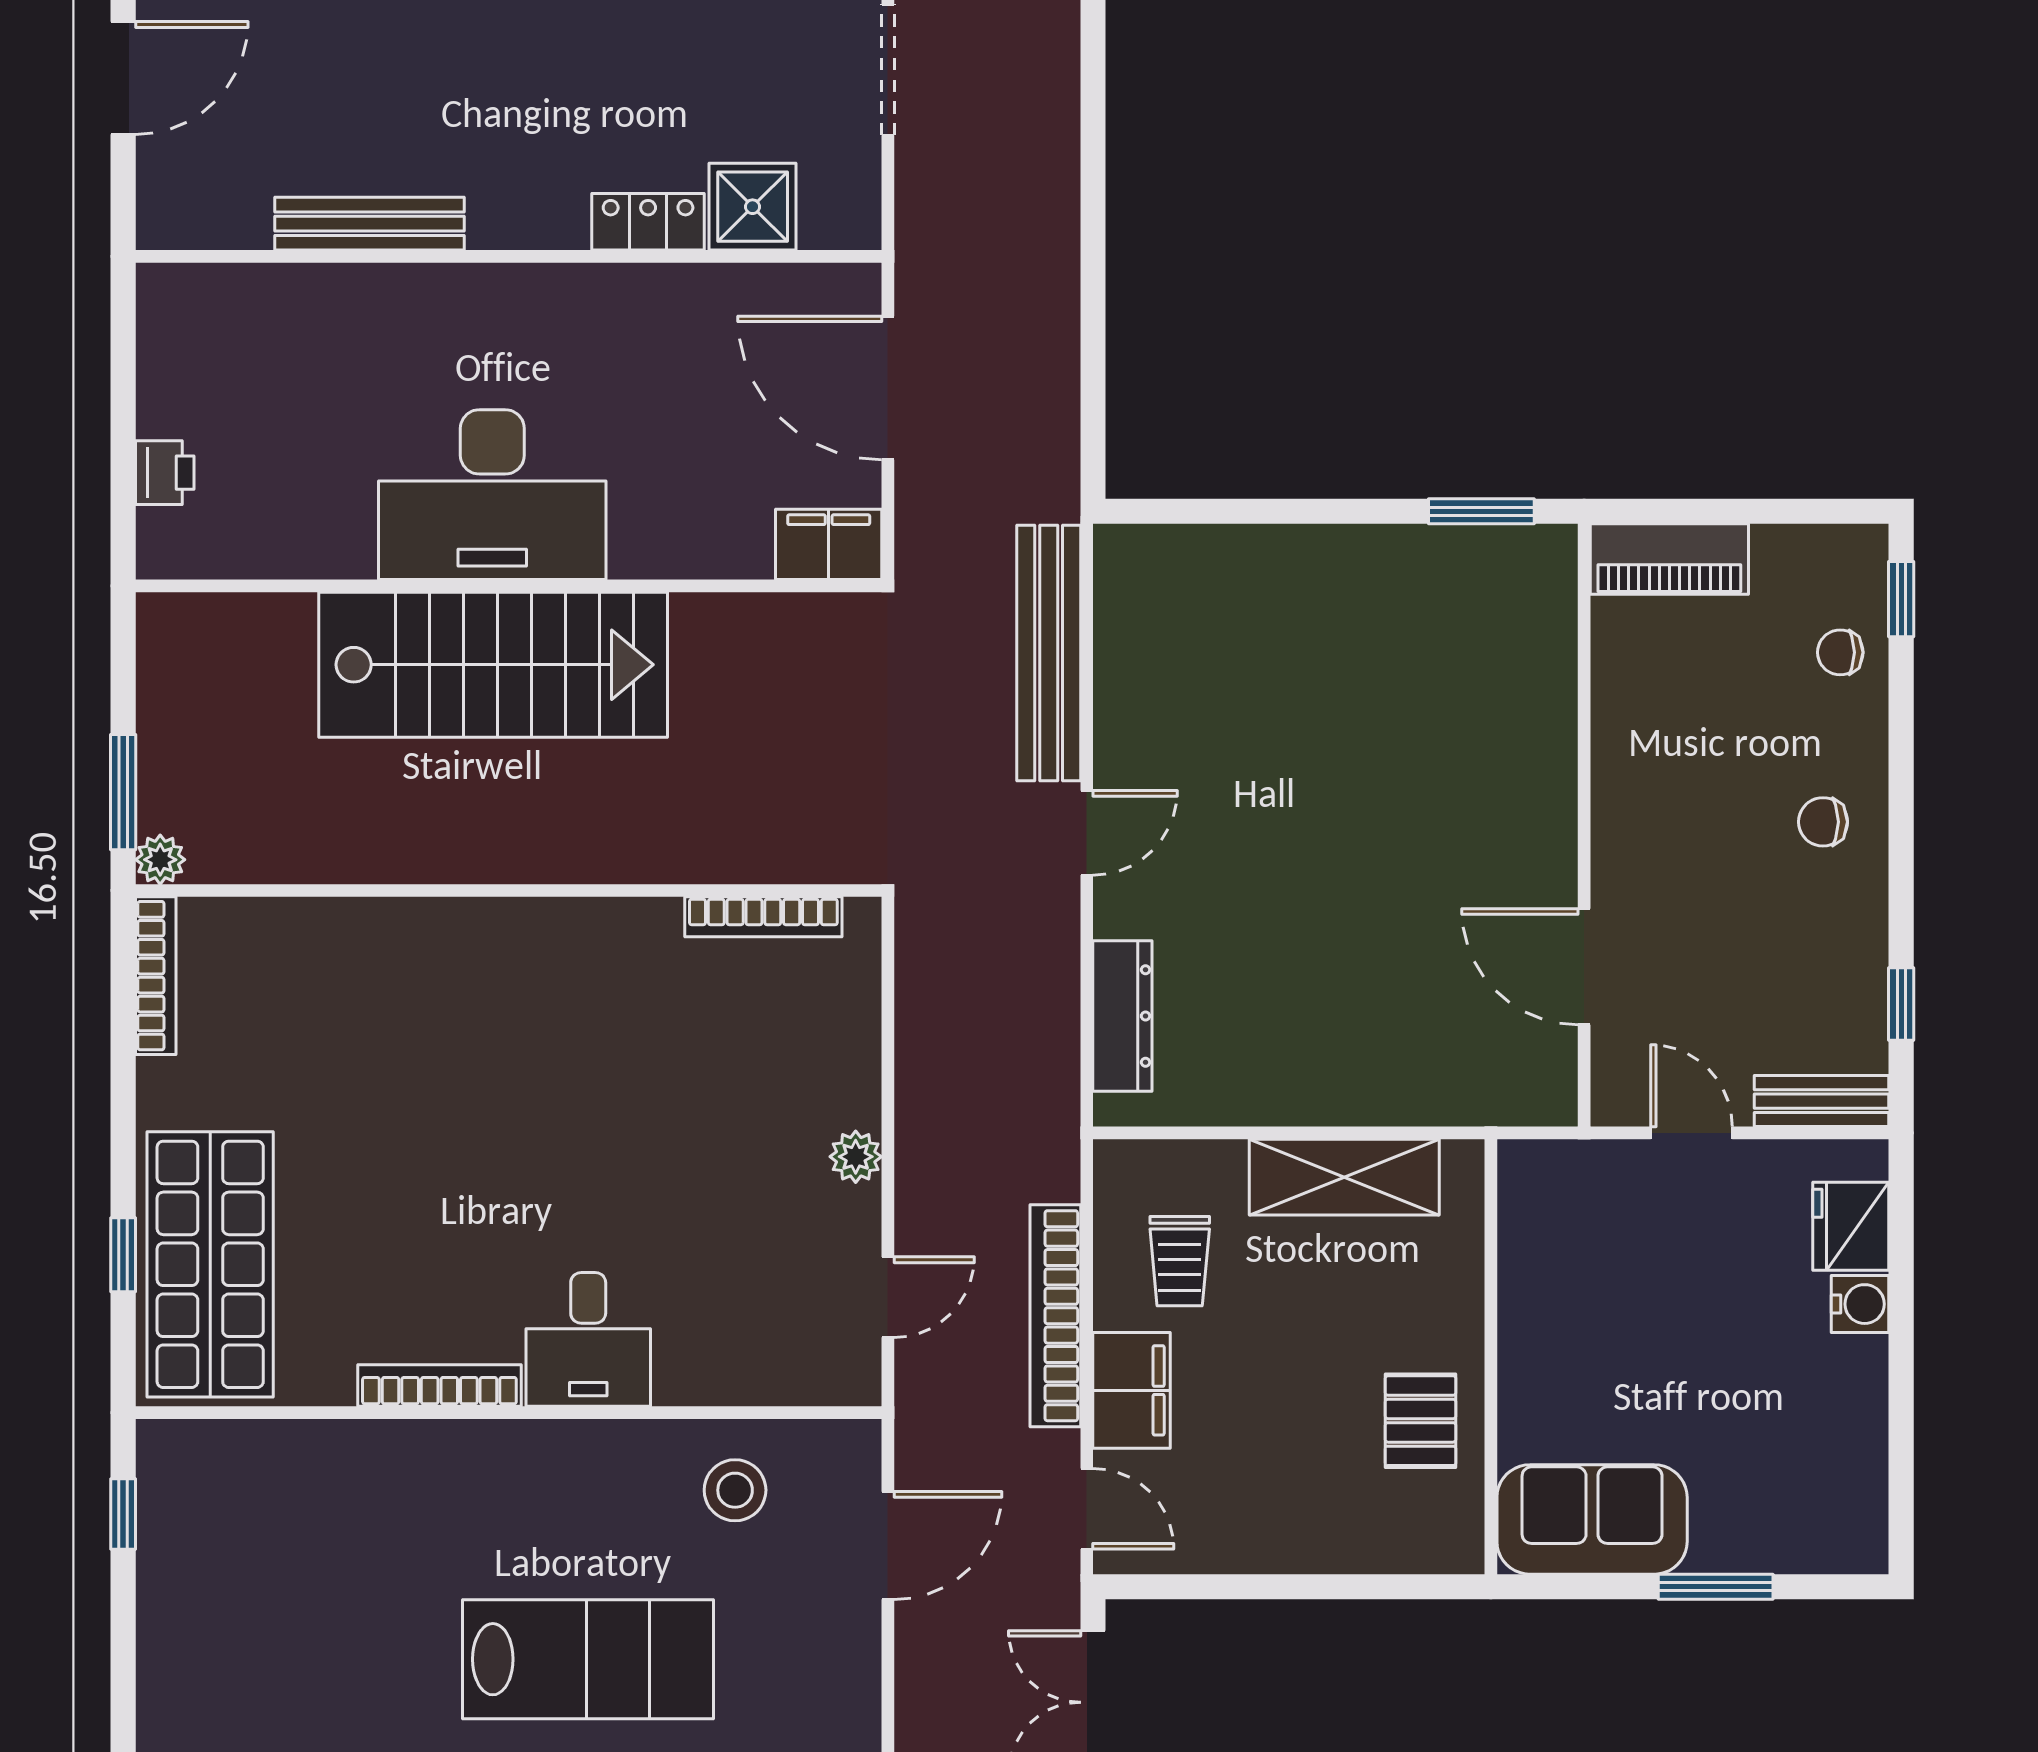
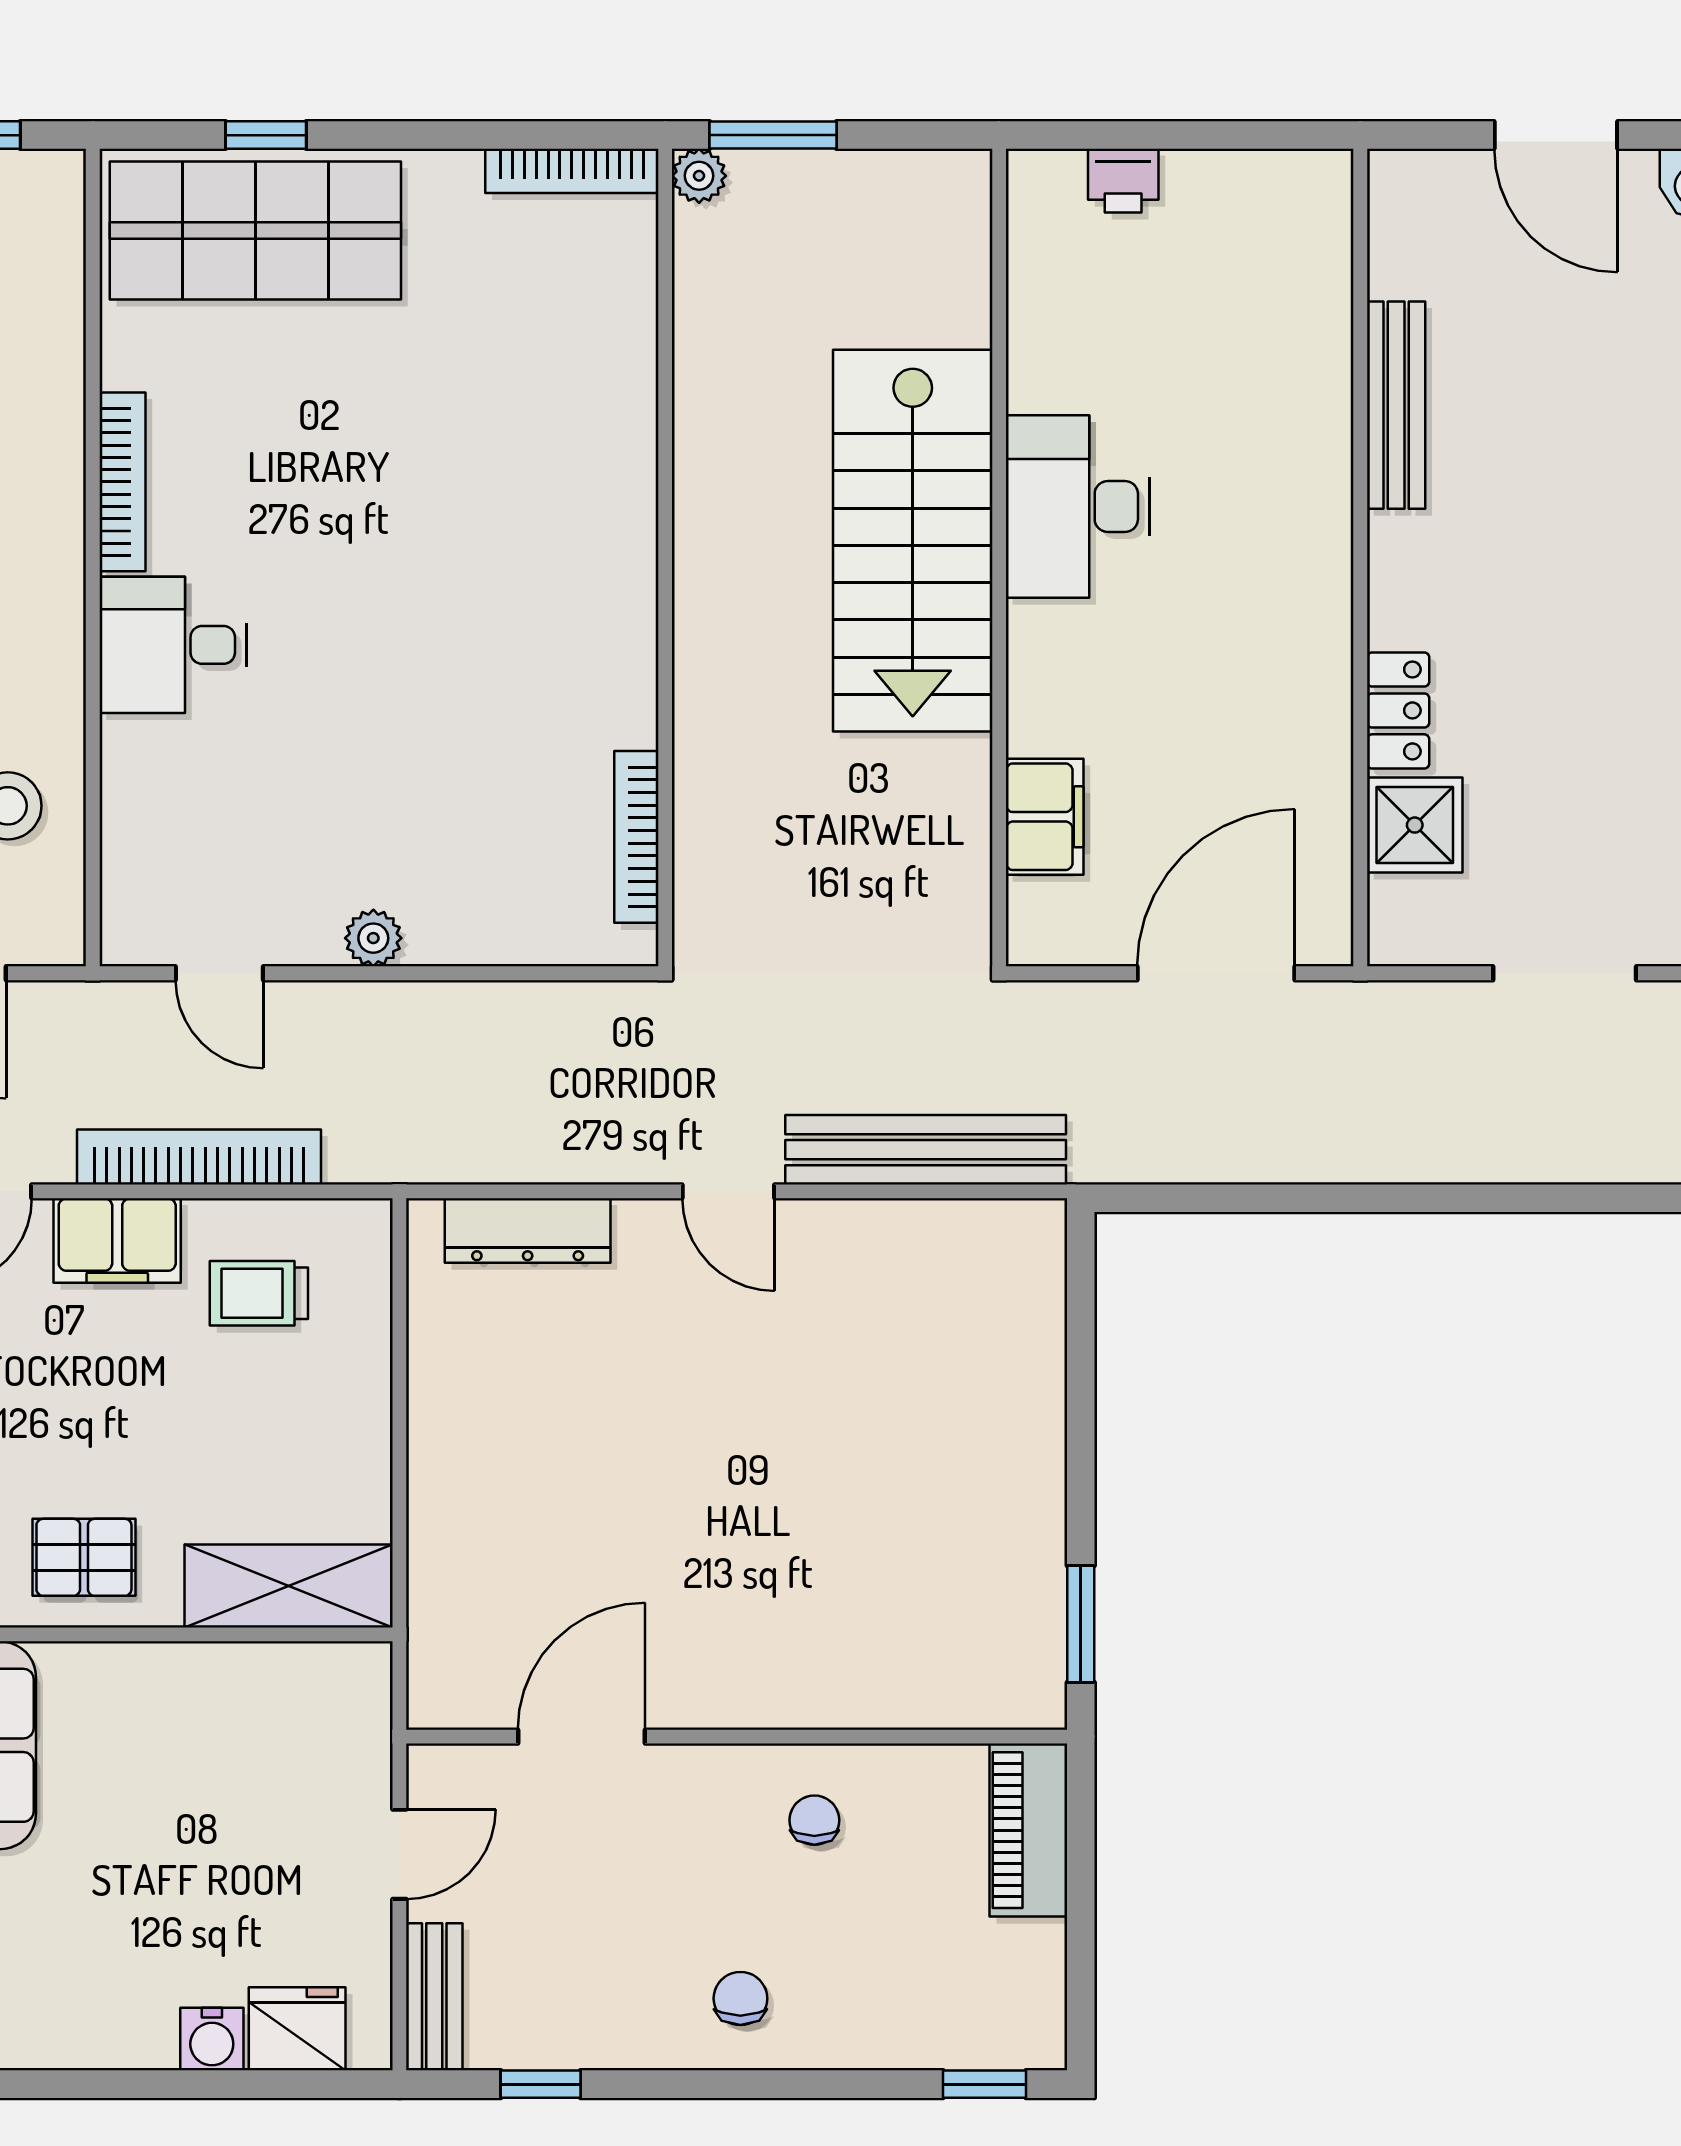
desk: (492, 495) -> (1078, 507), width x0.73, depth x0.77
filing cabinet: (829, 544) -> (1045, 817), moved
chair: (1840, 652) -> (814, 1820), moved
shelving: (1344, 1177) -> (289, 1586), moved, turned 90

